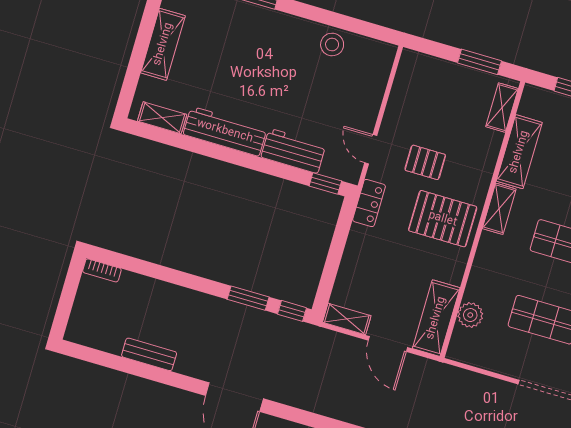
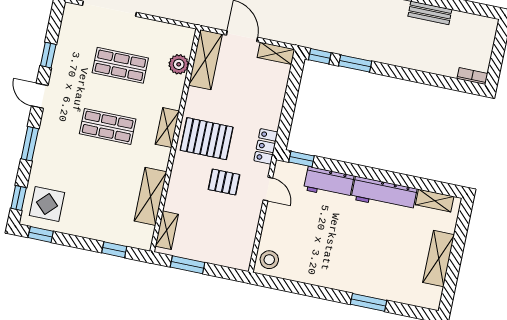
stool: (332, 44) -> (269, 260), moved
shelving: (499, 209) -> (167, 128), moved

